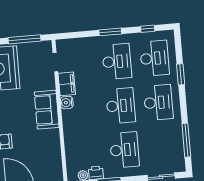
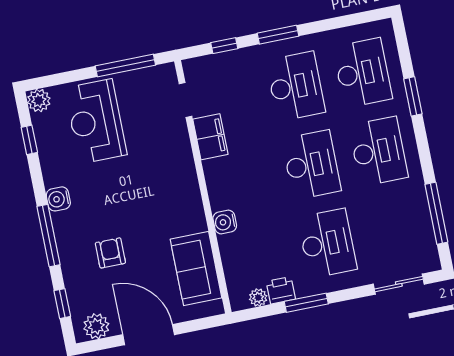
window: (148, 29) -> (224, 46), moved
water cooler: (67, 103) -> (225, 222), moved
sofa: (47, 110) -> (196, 269), moved

